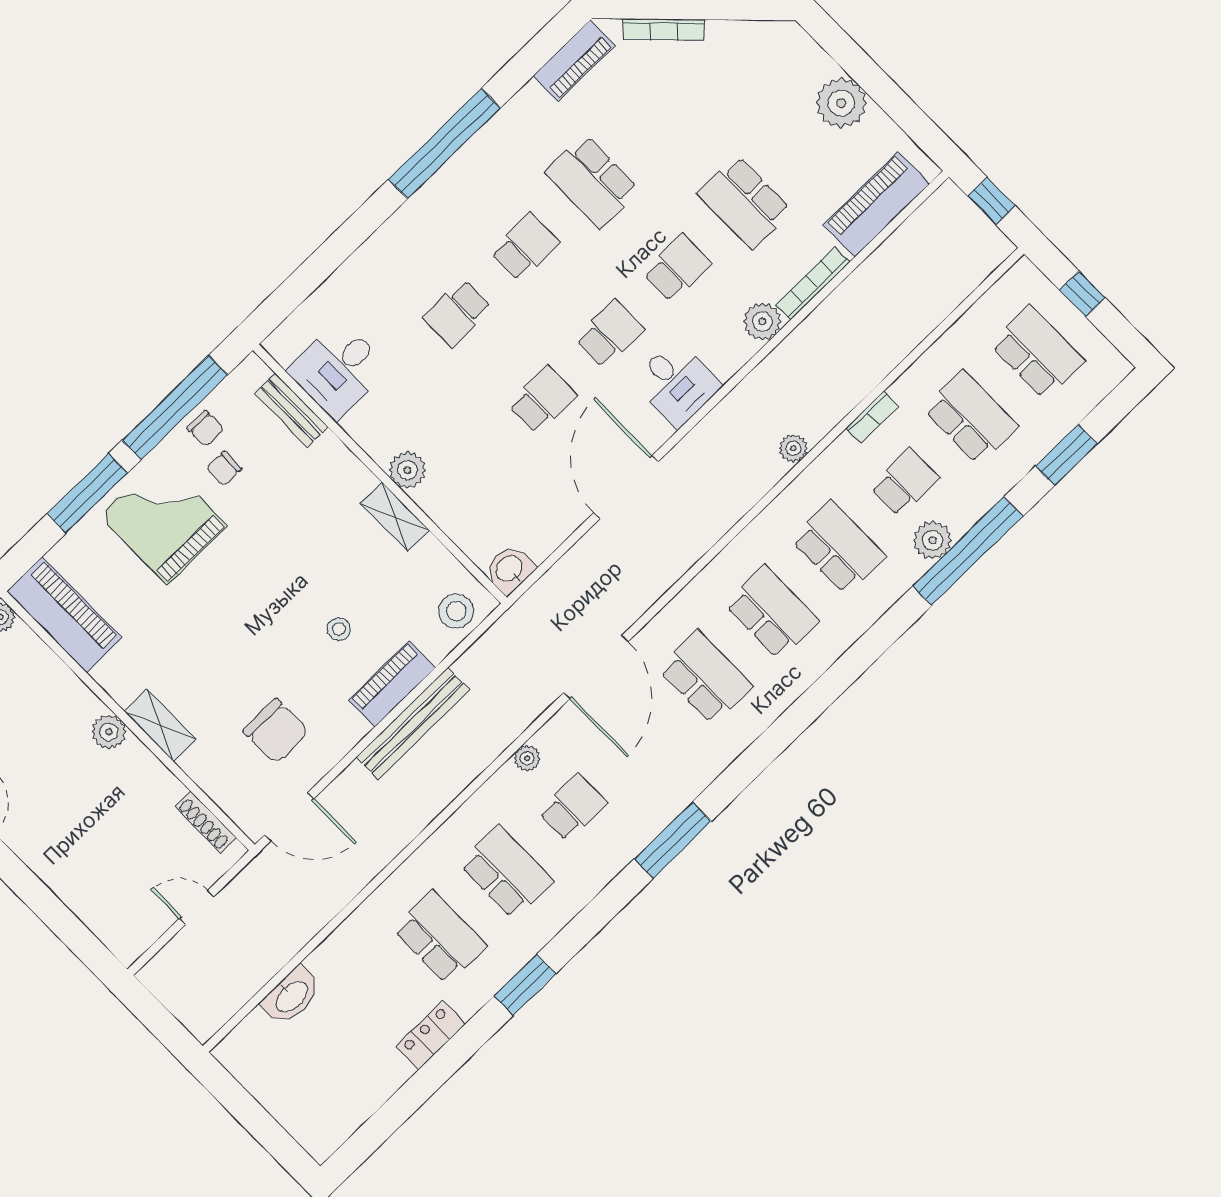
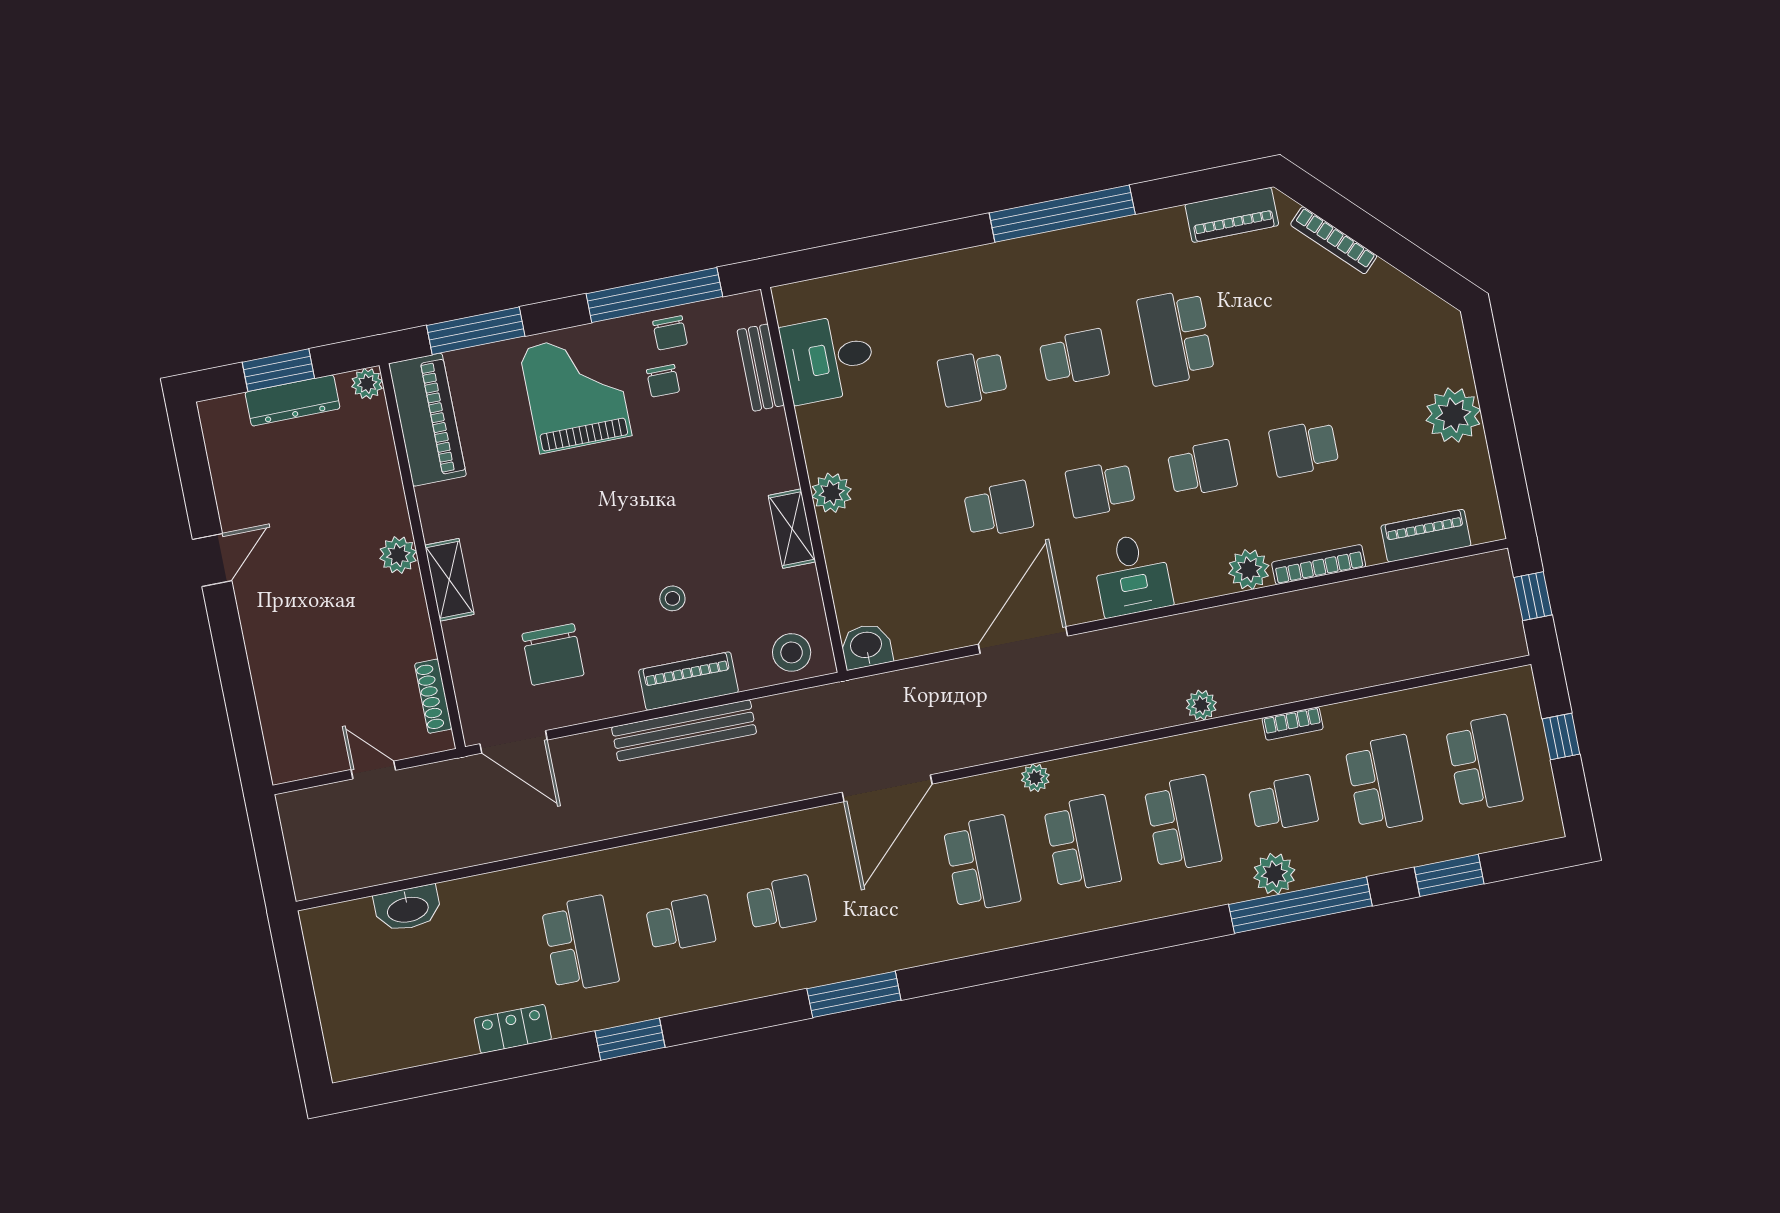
school desk: (744, 202) -> (1304, 448), width x0.54
piano: (876, 204) -> (1426, 536), width x0.73, depth x0.75
school desk: (610, 334) -> (1100, 489), turned 180
chair: (224, 468) -> (663, 381), turned -91
window: (87, 493) -> (476, 331), moved
plant: (527, 758) -> (1035, 778), moved
school desk: (506, 872) -> (681, 924), width x0.54

